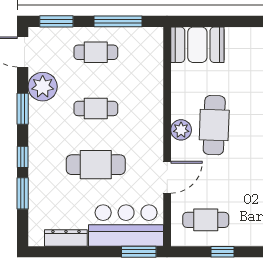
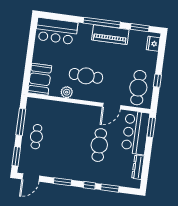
plant: (43, 87) -> (52, 169), removed
cafe table: (96, 108) -> (68, 141), removed
plant: (181, 130) -> (67, 92), moved
door: (167, 177) -> (112, 106), swing flipped
cafe table: (206, 220) -> (138, 88), width x1.37, depth x1.35

